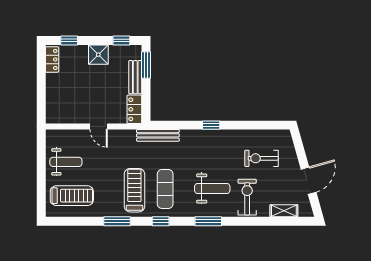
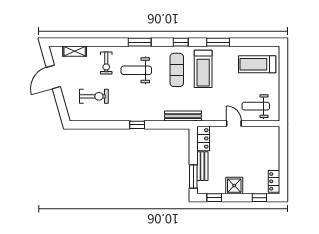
weight bench: (66, 162) -> (256, 106), moved
exercise bike: (247, 197) -> (106, 63), width x0.73, depth x0.72

